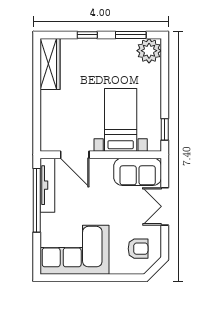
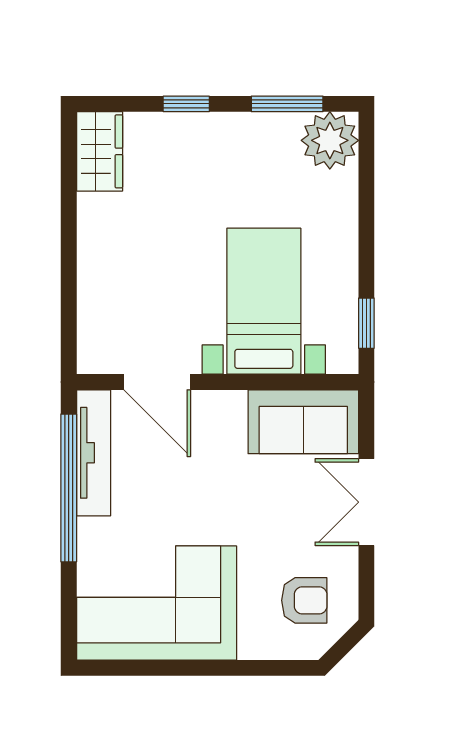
wardrobe: (50, 64) -> (100, 151), width x0.67

